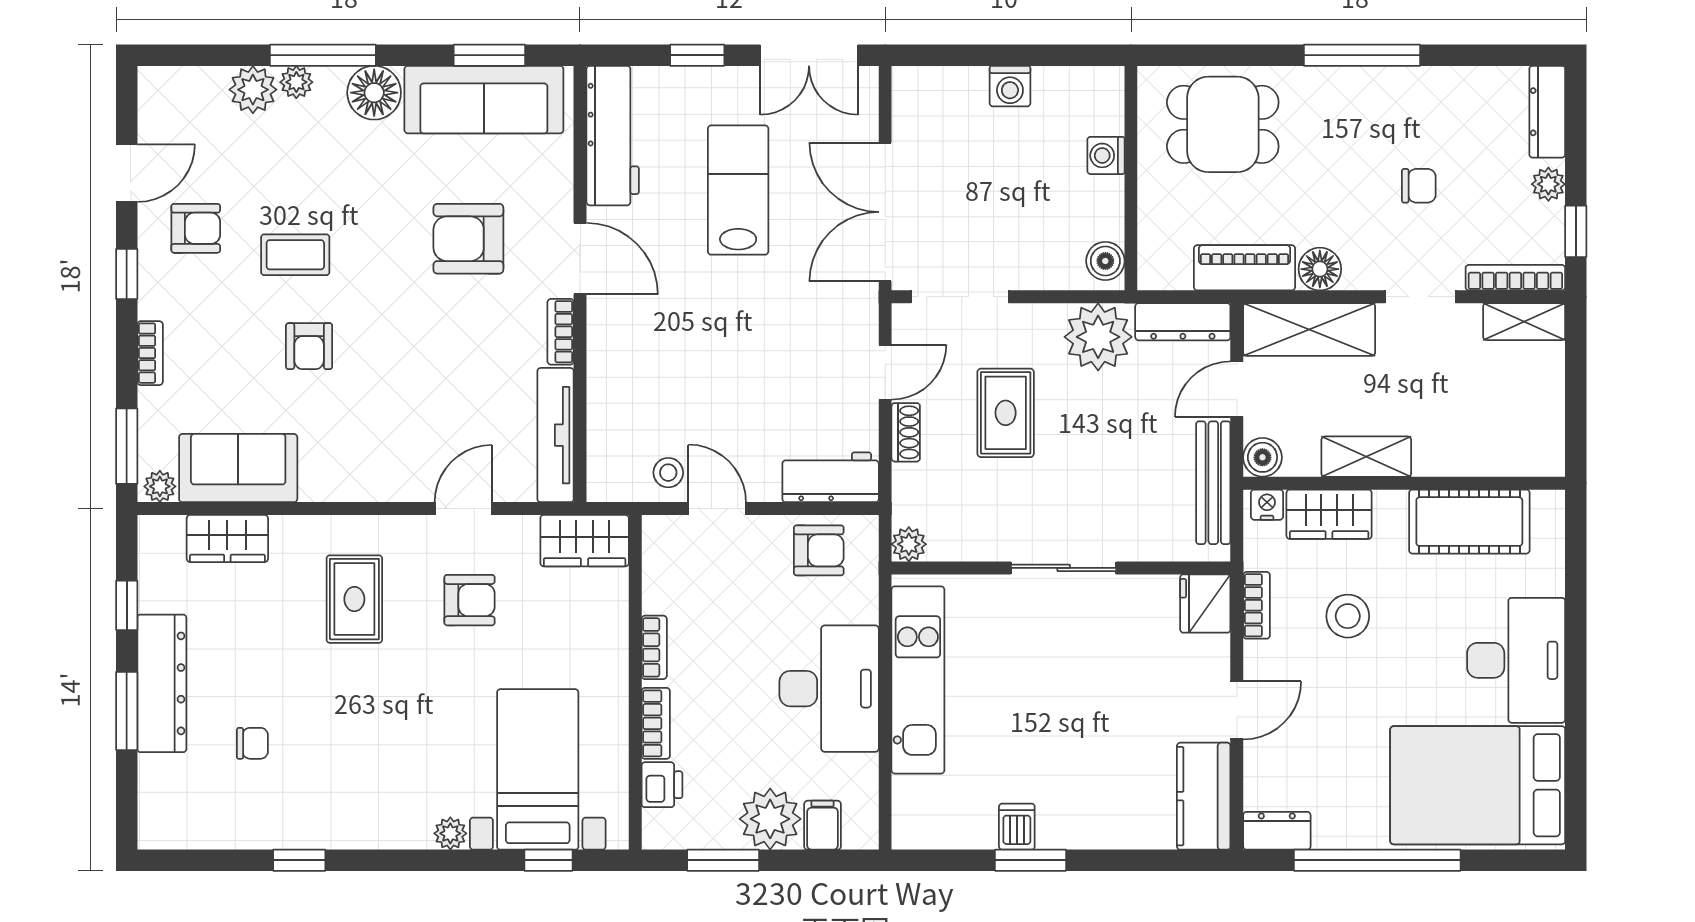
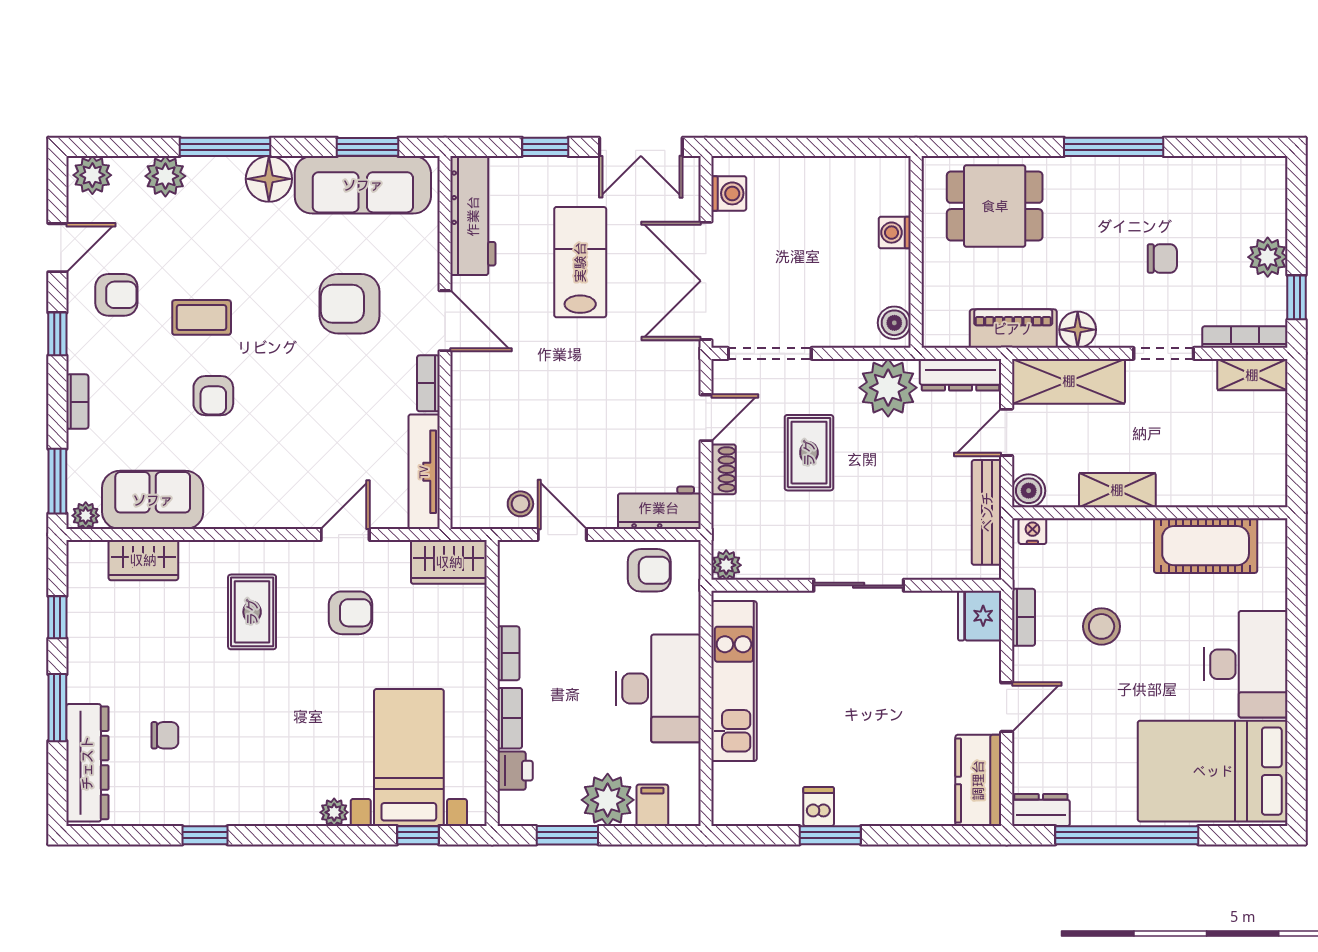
plant: (296, 82) -> (92, 175), moved, width x1.38, depth x1.38
washing machine: (1010, 86) -> (729, 193), moved, turned -90
dresser: (1547, 112) -> (1272, 195), removed
plant: (1548, 184) -> (1268, 257), width x1.38, depth x1.38
wardrobe: (1329, 514) -> (1086, 539), removed
dresser: (162, 683) -> (87, 763), moved

